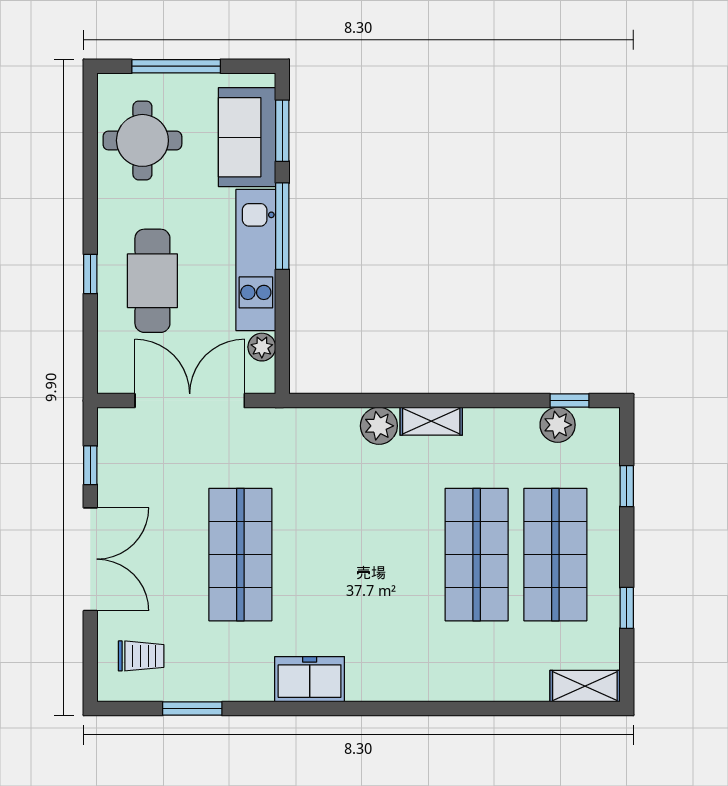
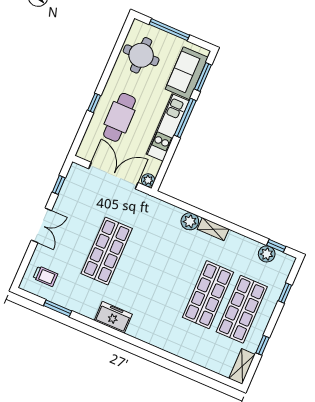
plant: (262, 347) -> (148, 180), moved
double door: (90, 559) -> (41, 225), width x0.73
shelving: (585, 686) -> (242, 366), moved, turned 90

